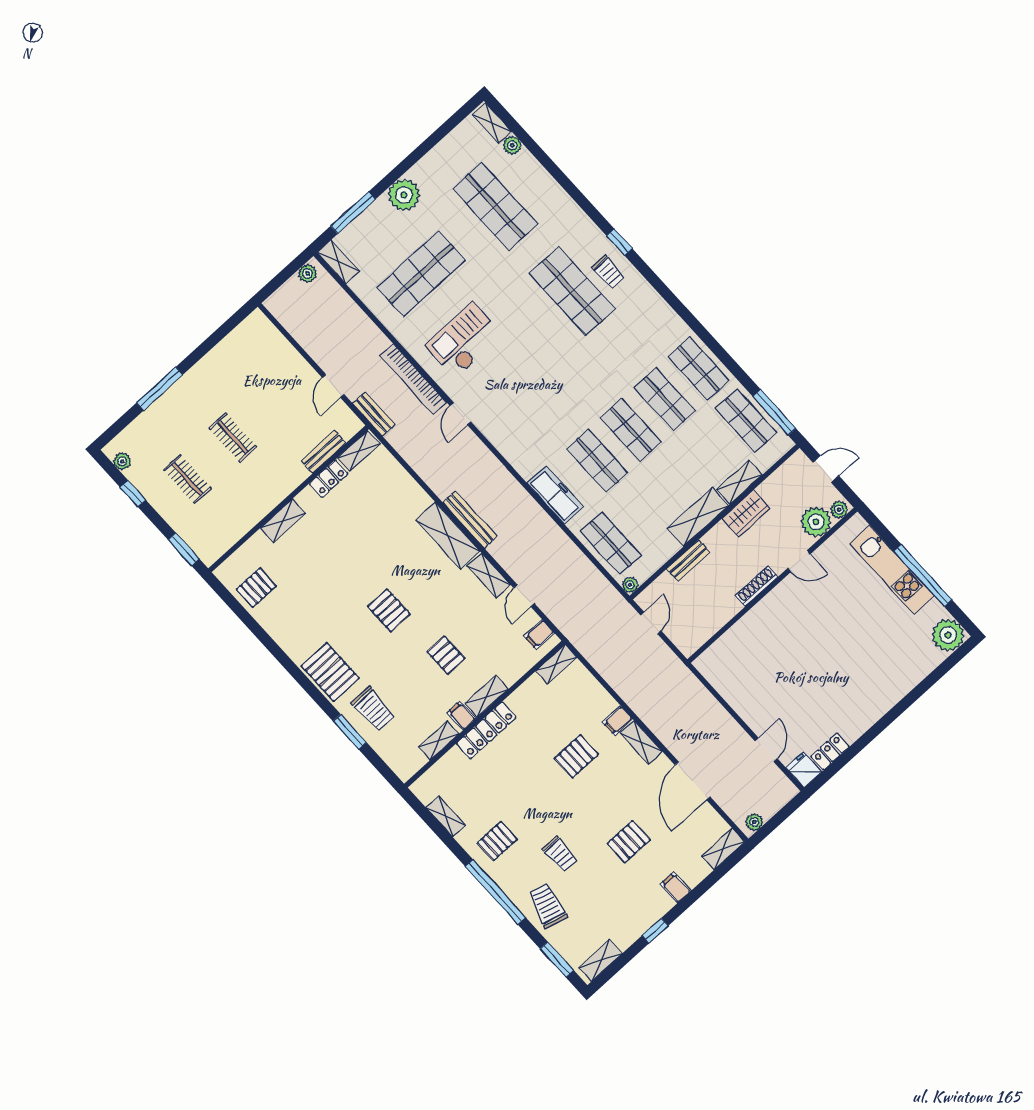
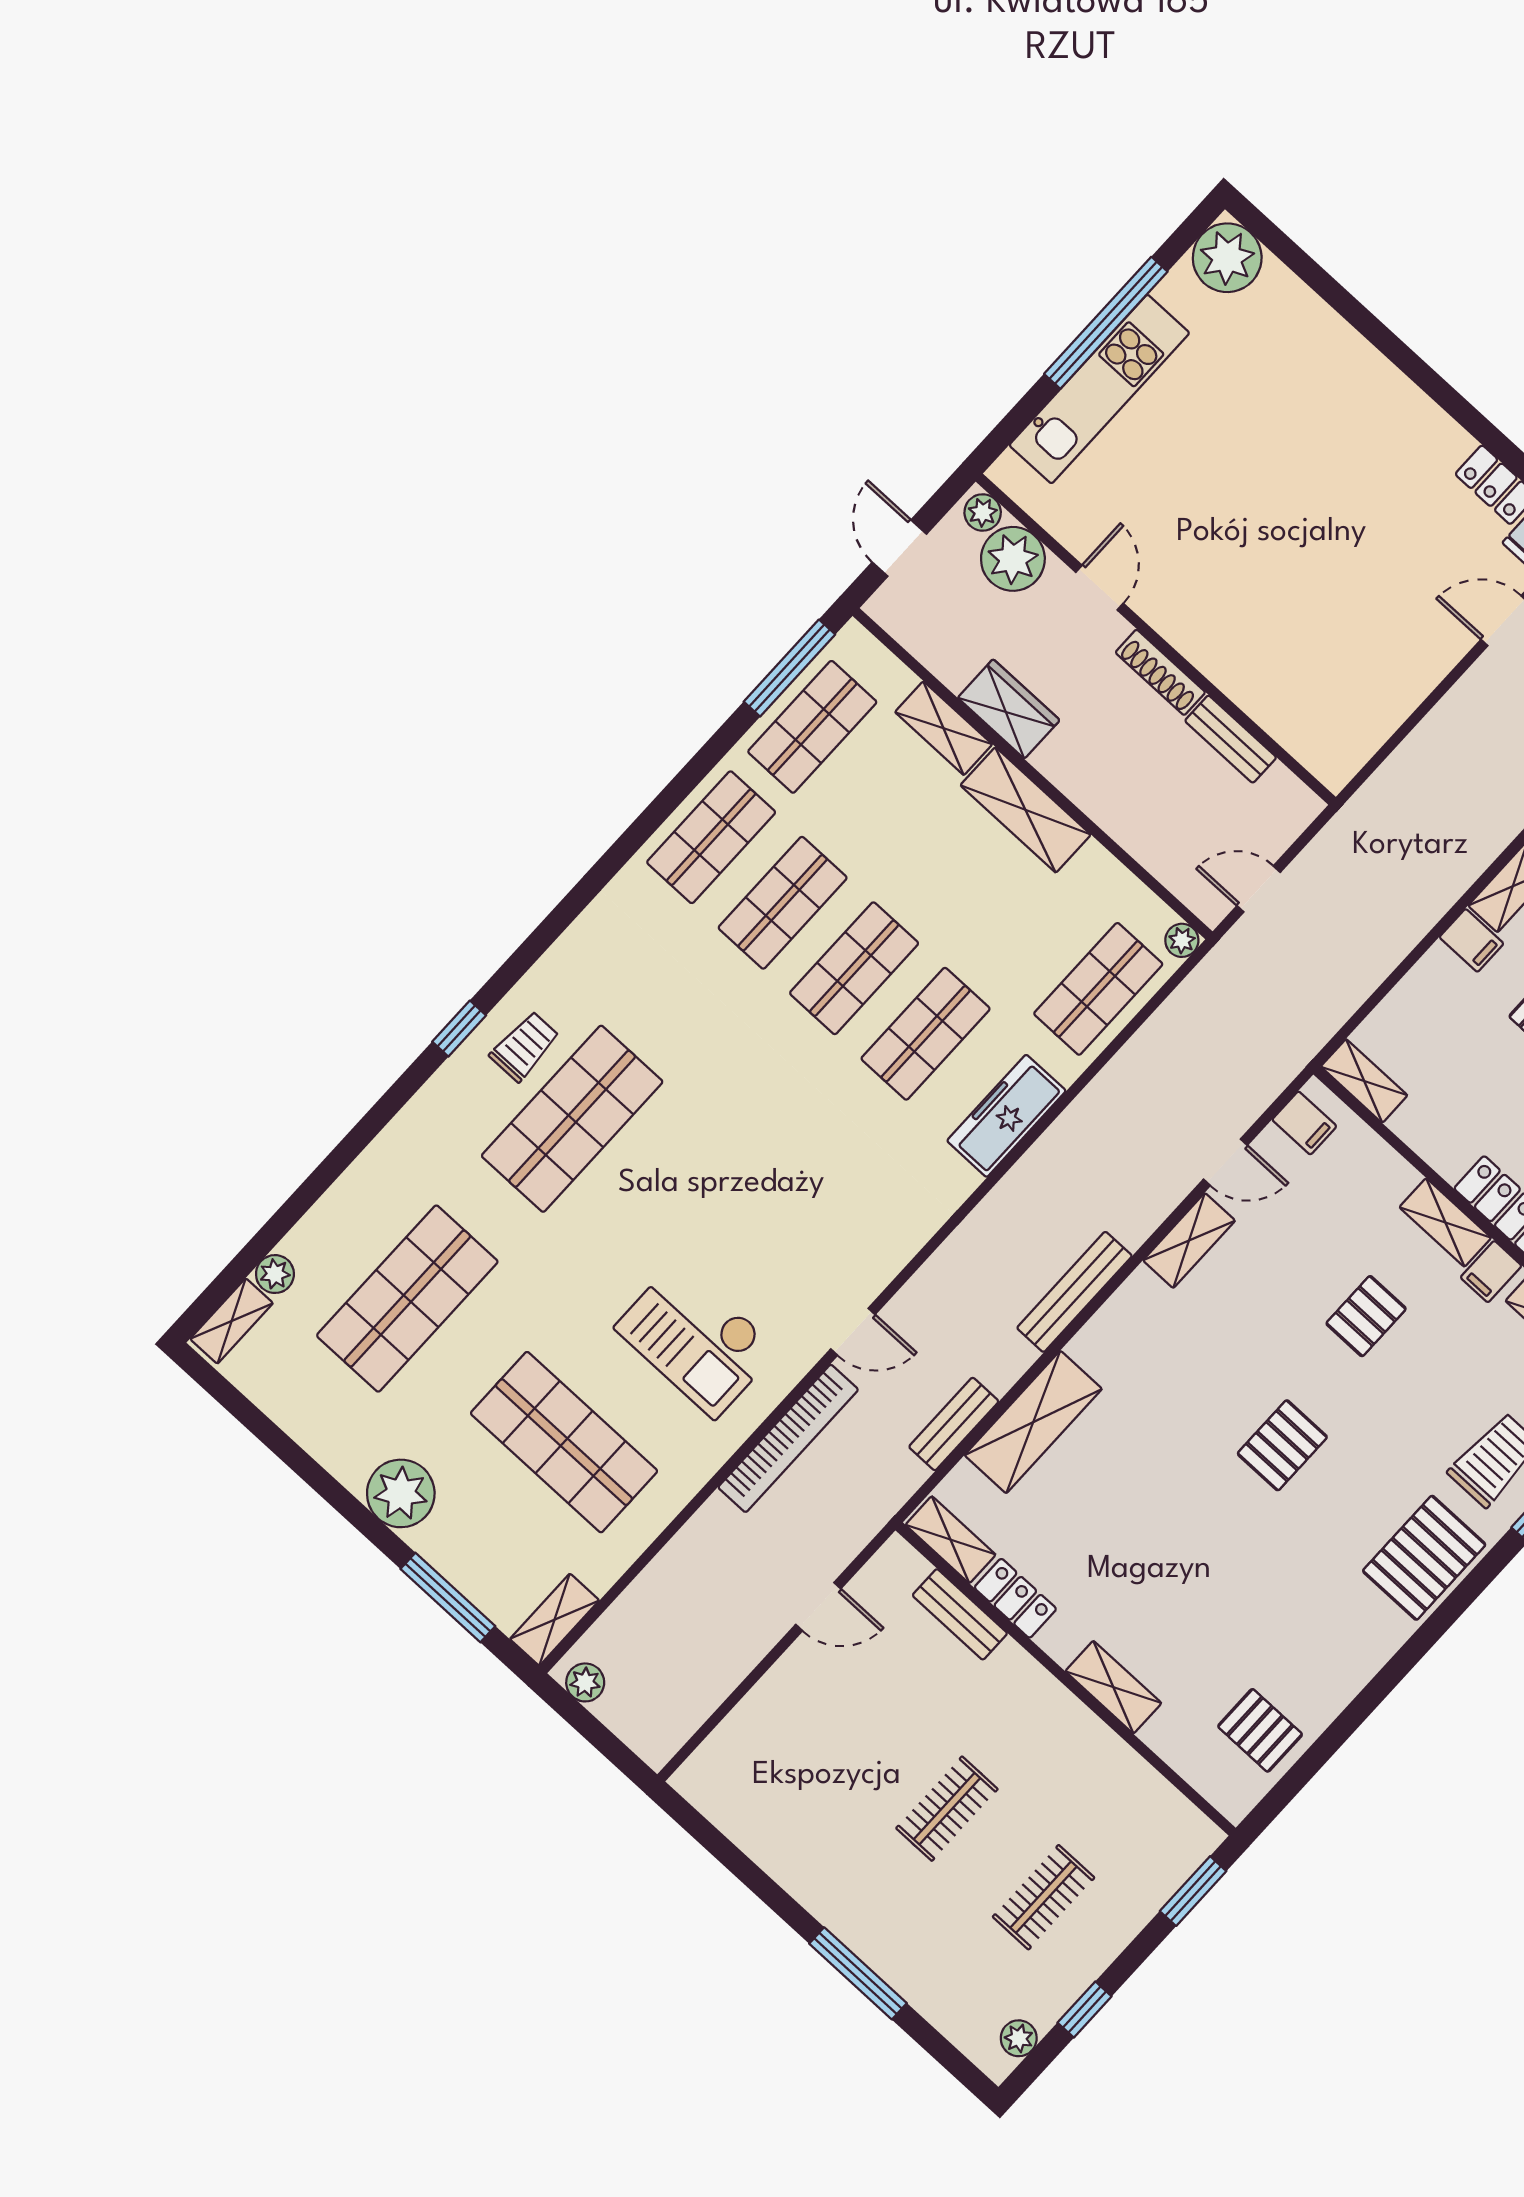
bench: (374, 414) -> (954, 1424), moved
shelving: (448, 536) -> (1033, 1422), moved
bench: (688, 560) -> (1231, 739), moved

